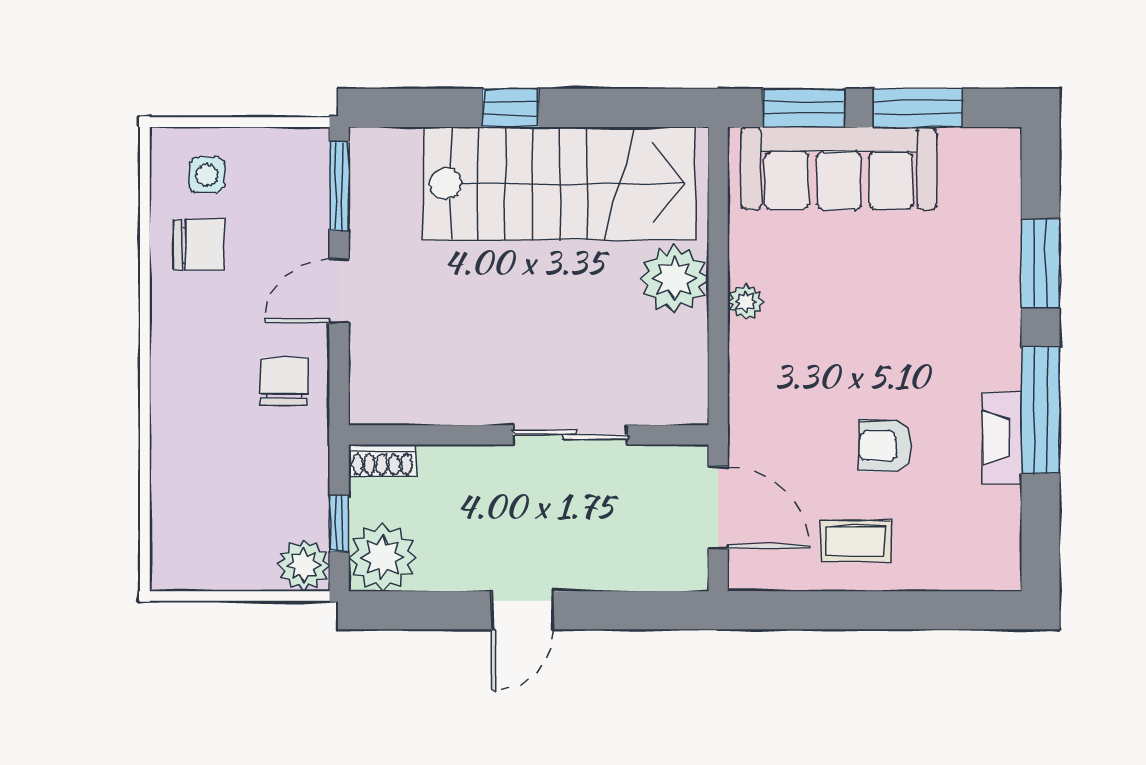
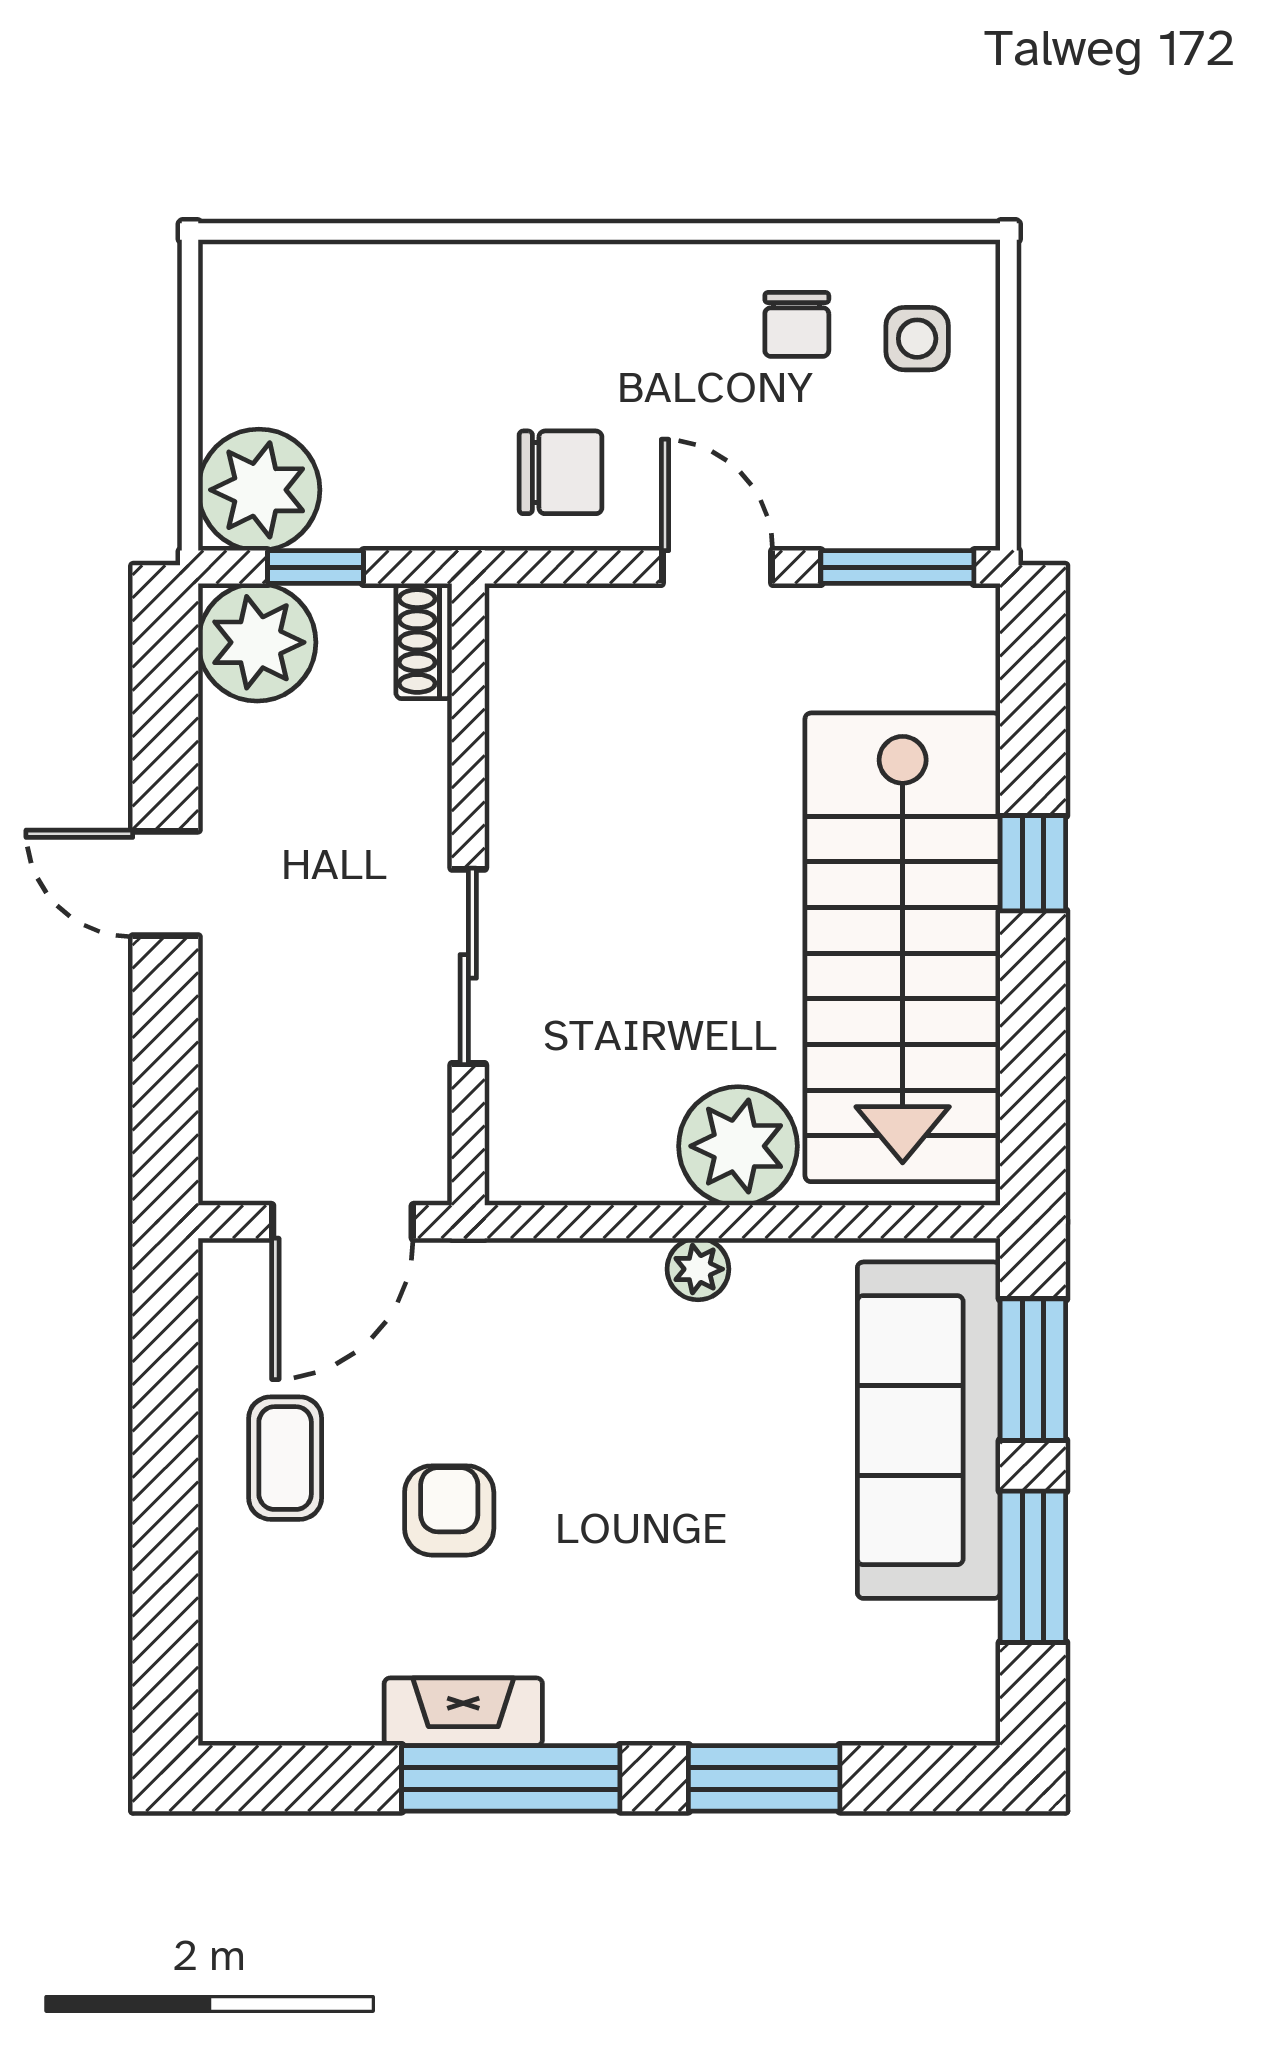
chair: (199, 245) -> (797, 324), width x0.73, depth x0.73
plant: (304, 565) -> (259, 490), width x1.36, depth x1.36

